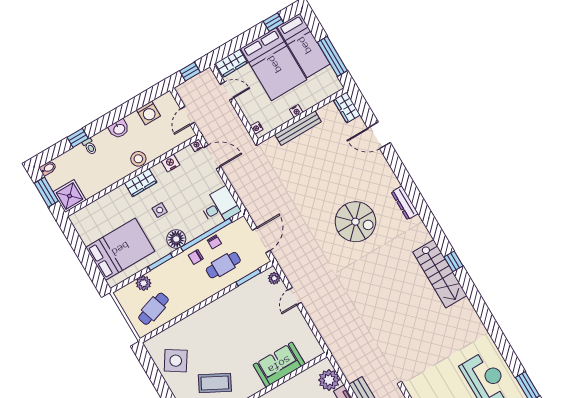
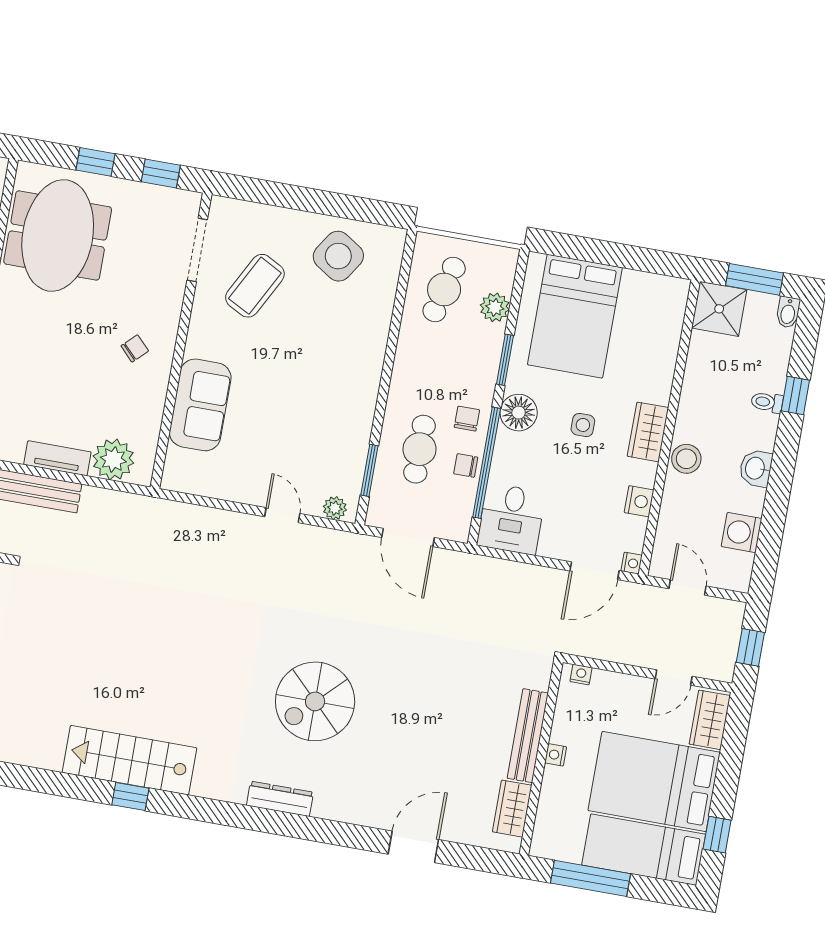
wardrobe: (347, 107) -> (512, 809), moved, turned -90
cafe table: (153, 309) -> (444, 289), turned 32

